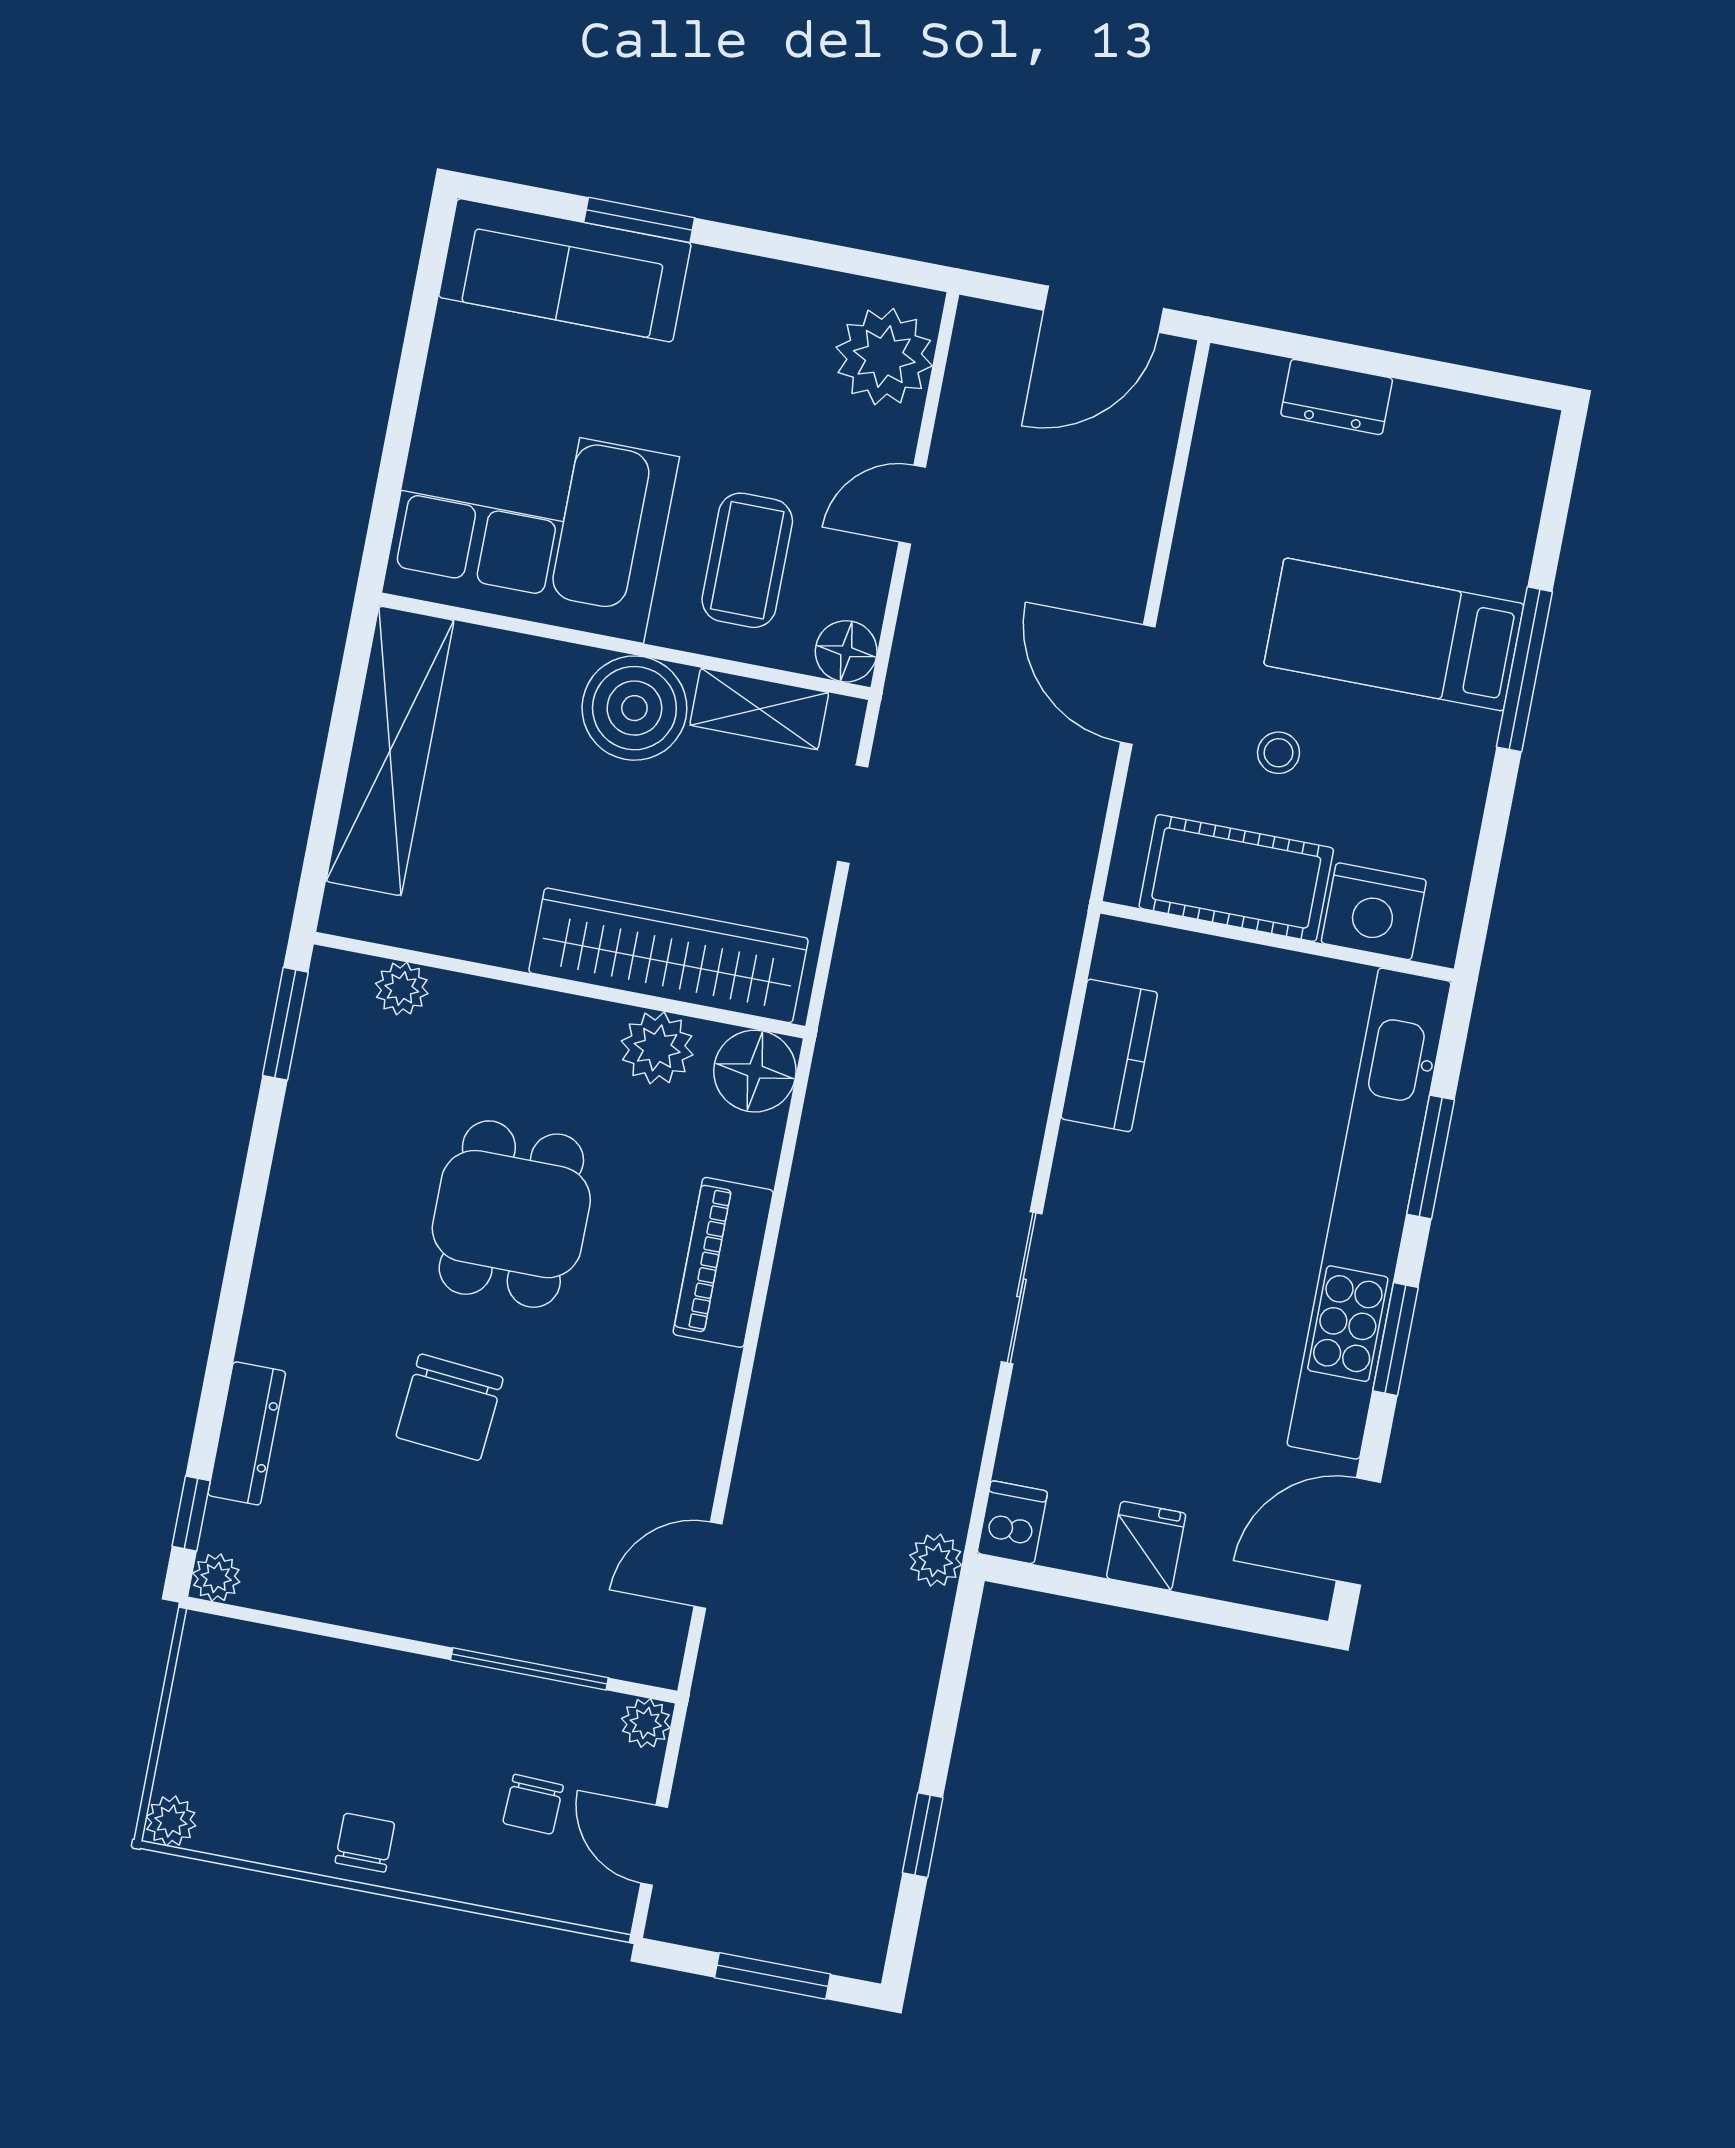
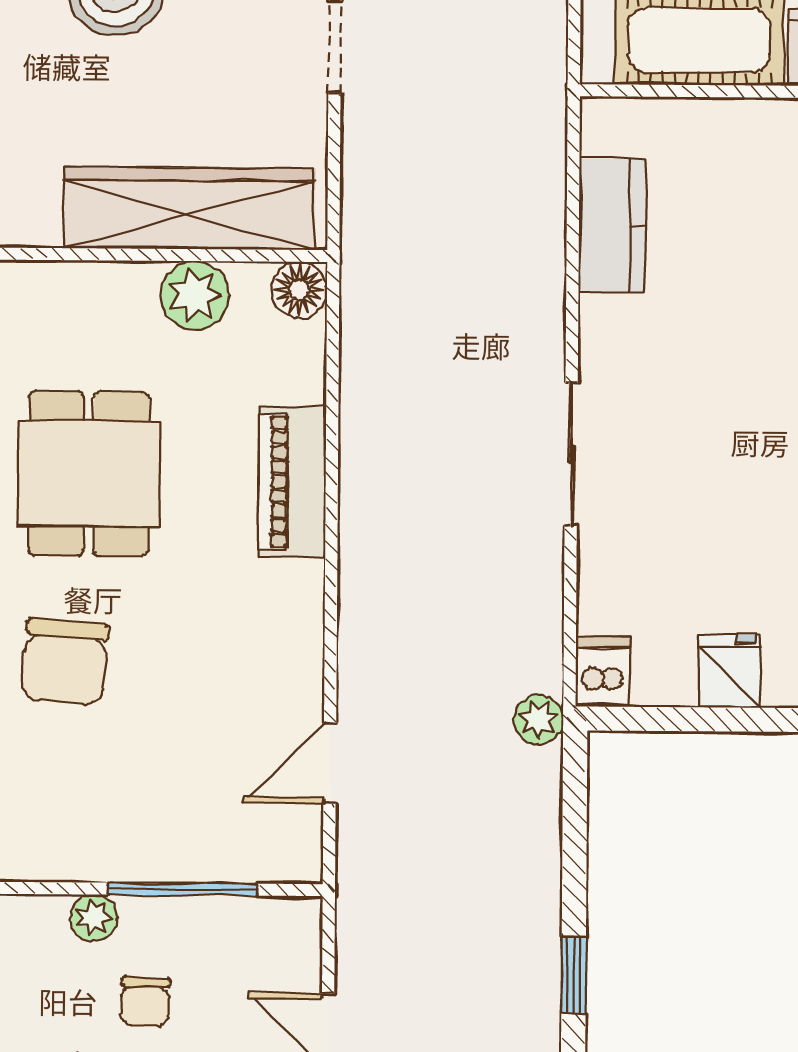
floor lamp: (755, 1071) -> (299, 290), width x0.73, depth x0.73
plant: (646, 1723) -> (94, 918), moved
chair: (533, 1804) -> (145, 1001), moved

